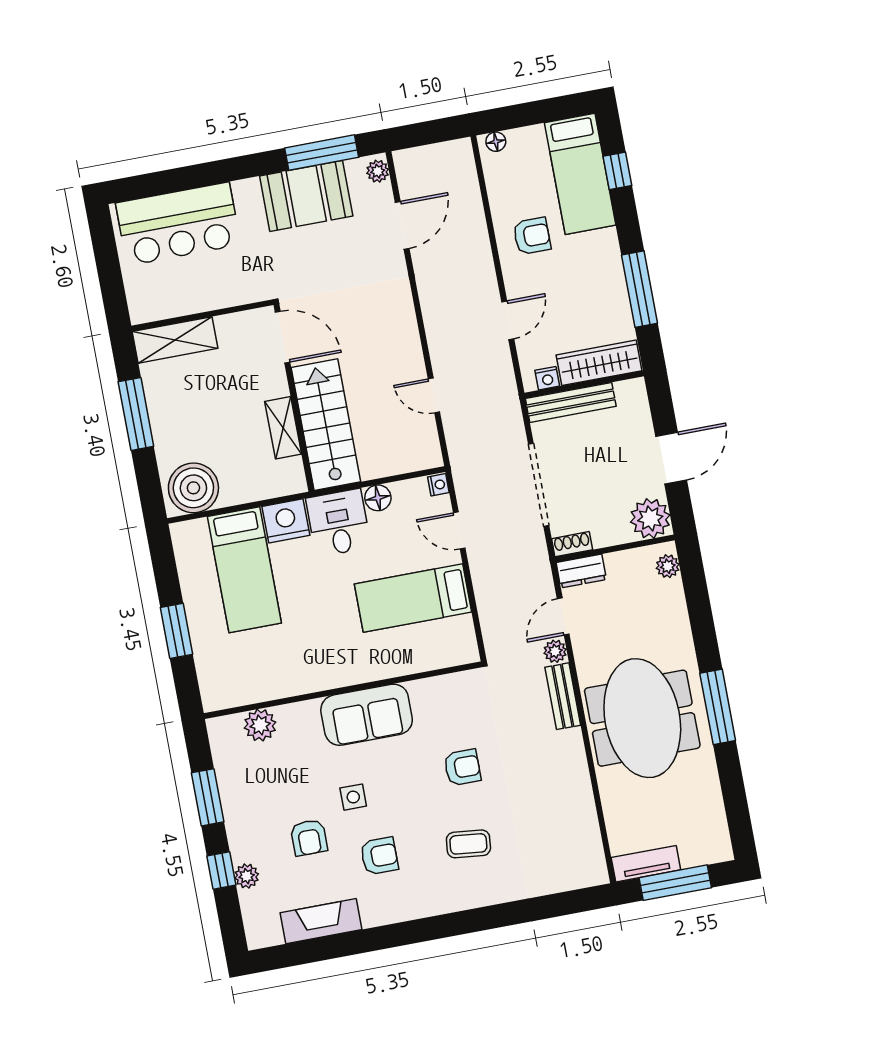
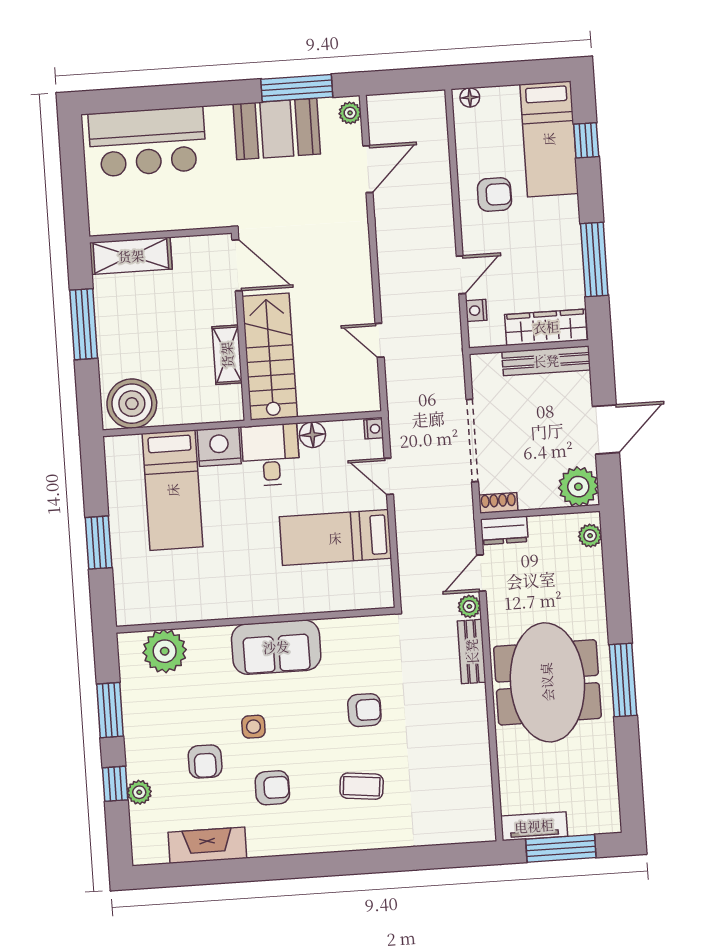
nightstand: (547, 378) -> (476, 310), moved, turned 90
bench: (571, 402) -> (546, 361), moved
plant: (260, 725) -> (165, 651), width x1.36, depth x1.36

